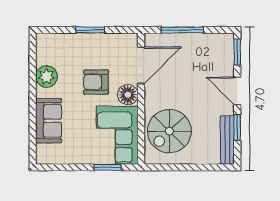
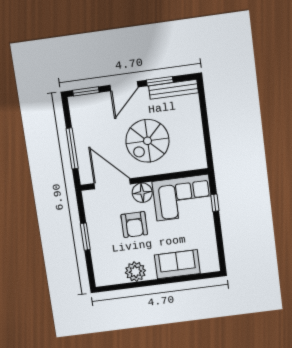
spiral stairs: (169, 131) -> (147, 141), moved, turned 90
window: (108, 167) -> (215, 203), width x0.67

